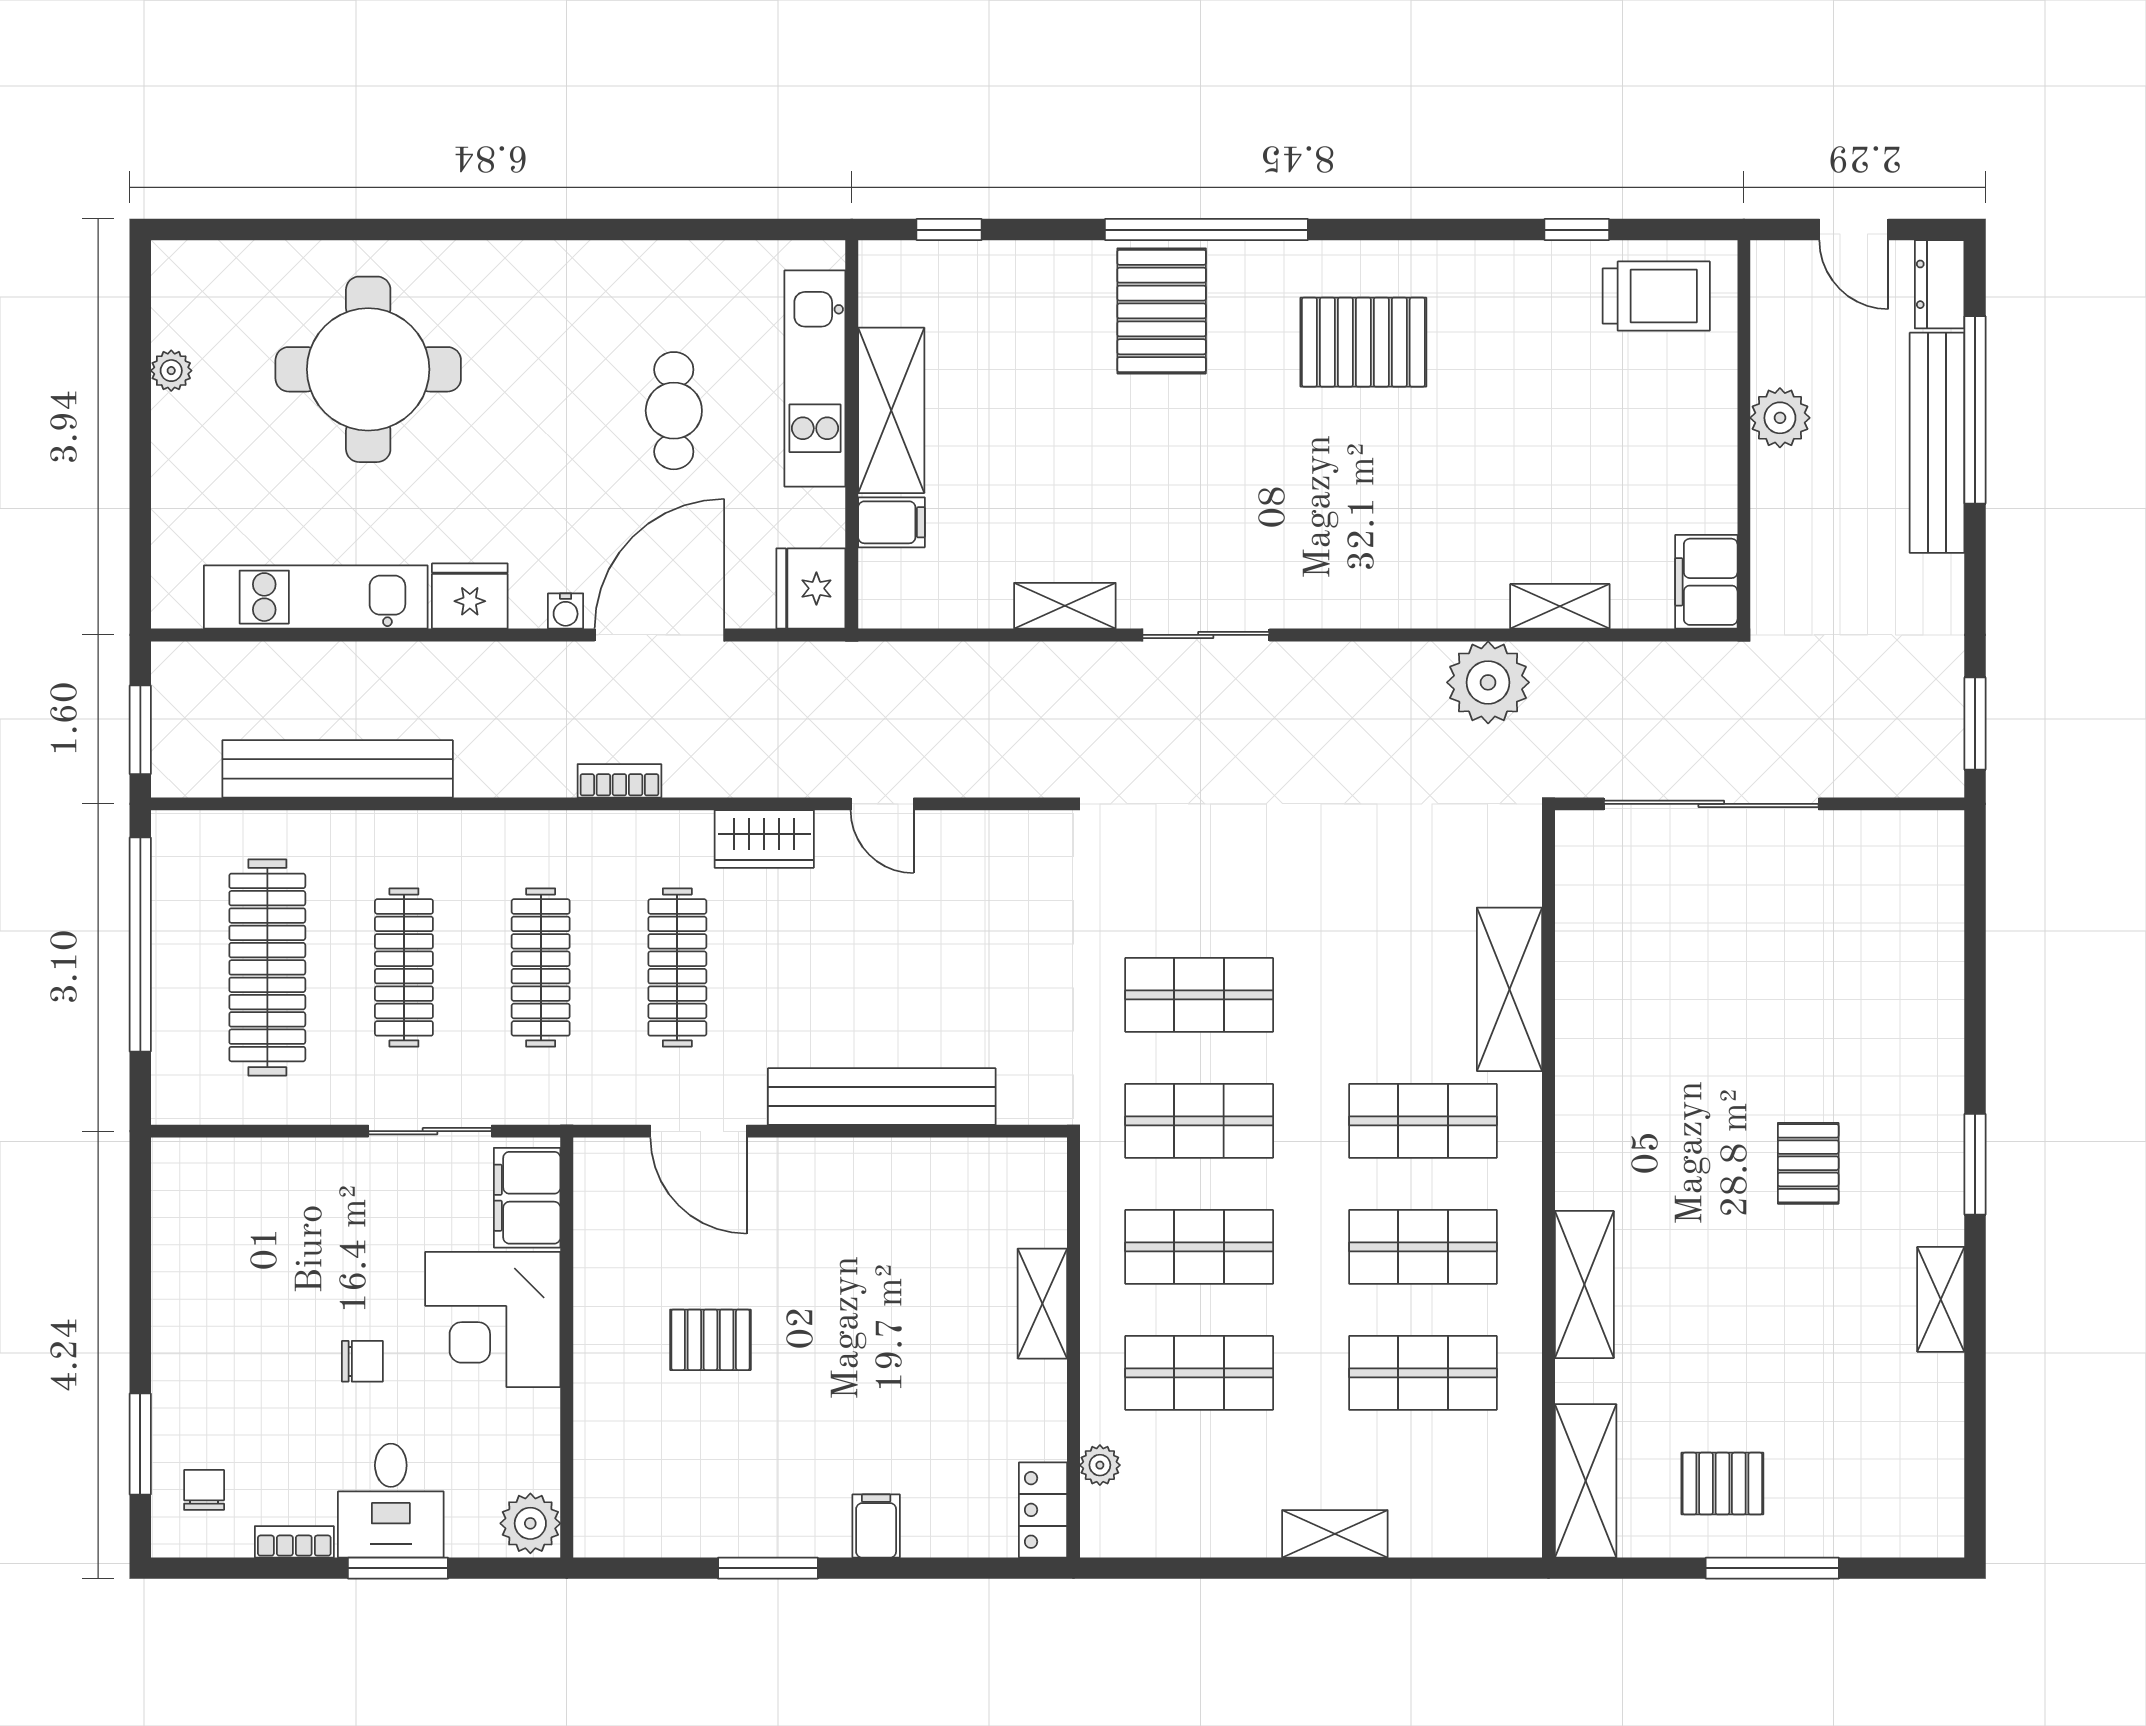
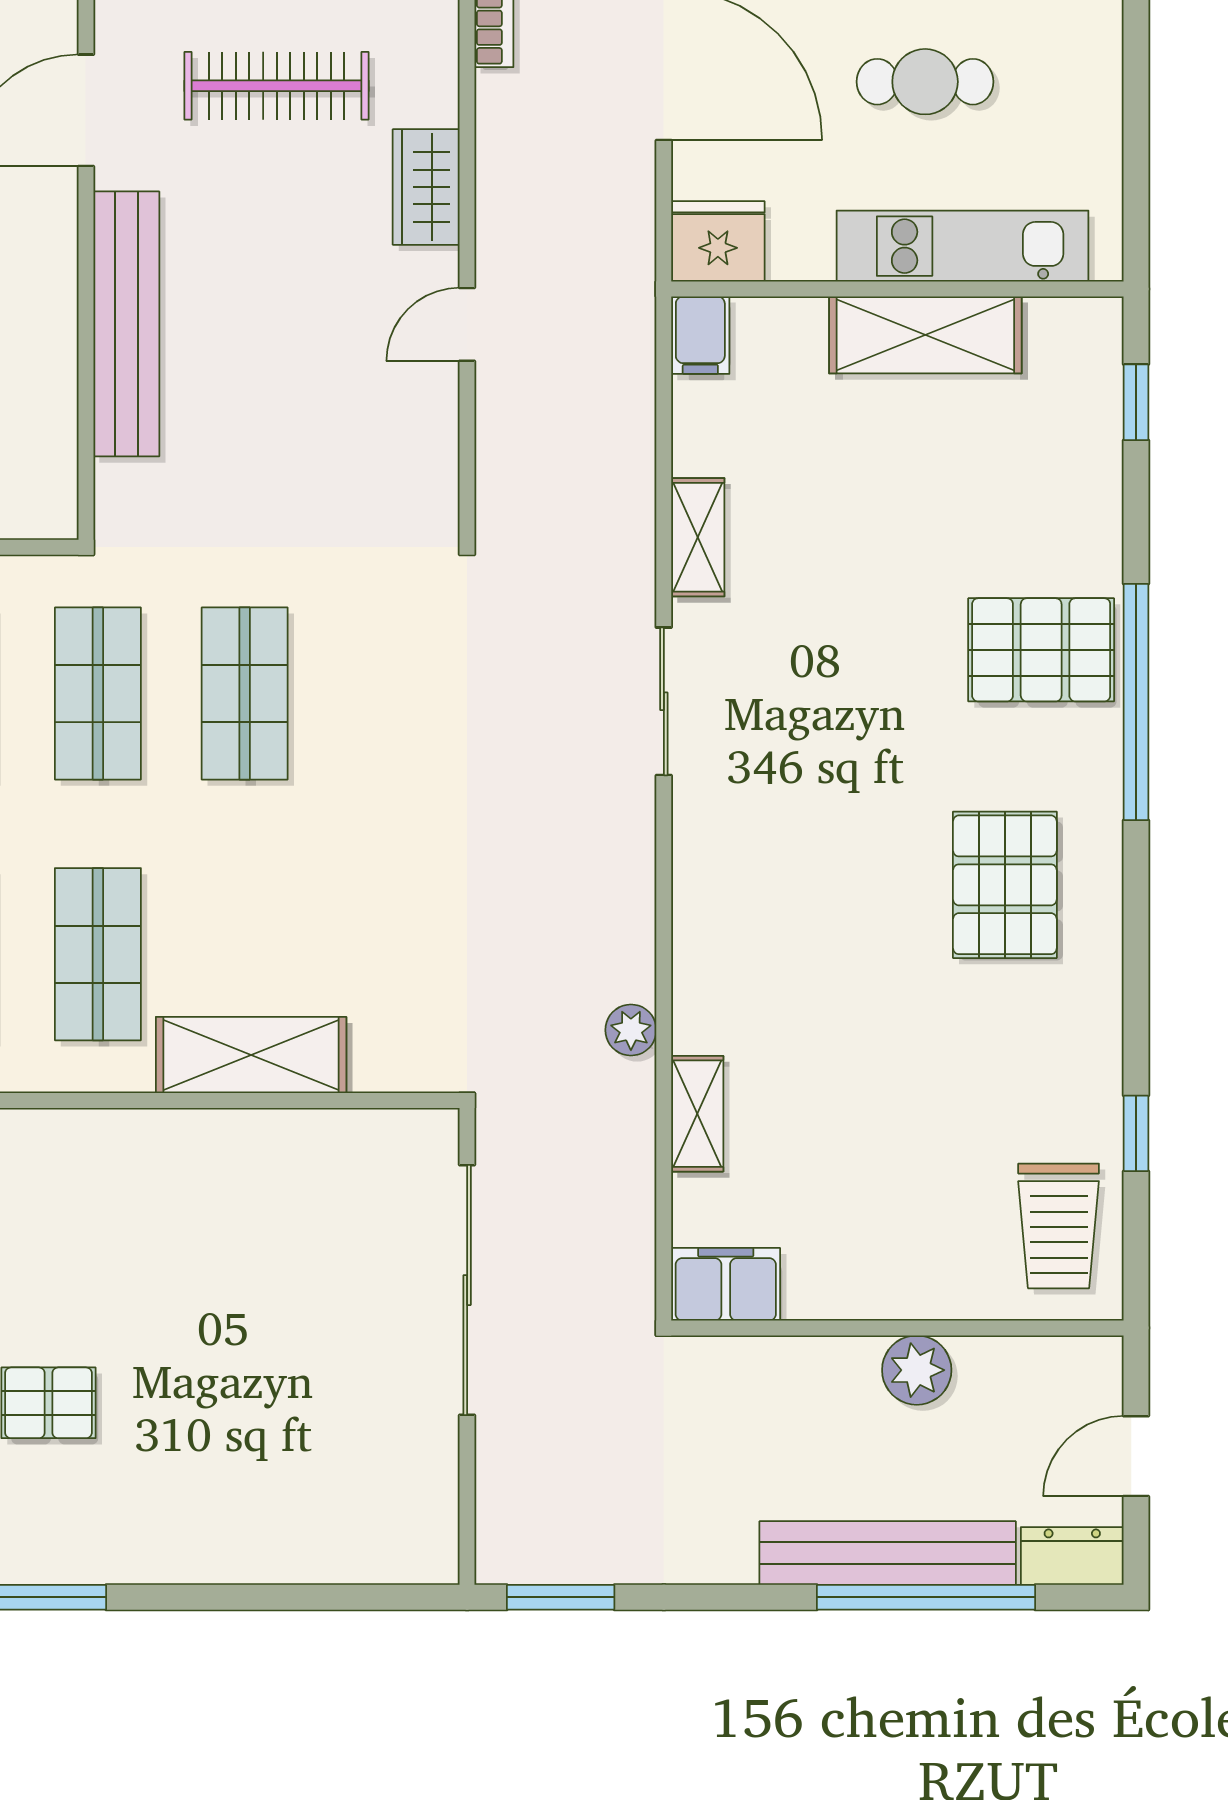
filing cabinet: (891, 522) -> (700, 335), moved
plant: (1488, 682) -> (631, 1030), width x0.53, depth x0.53

